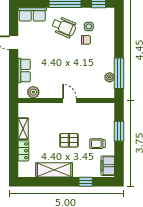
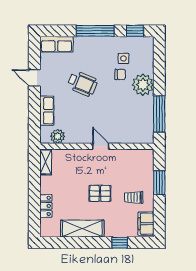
wheelchair: (64, 27) -> (82, 84), moved
plant: (110, 77) -> (143, 85), moved, width x1.88, depth x1.88
shelving: (23, 129) -> (46, 162), moved

